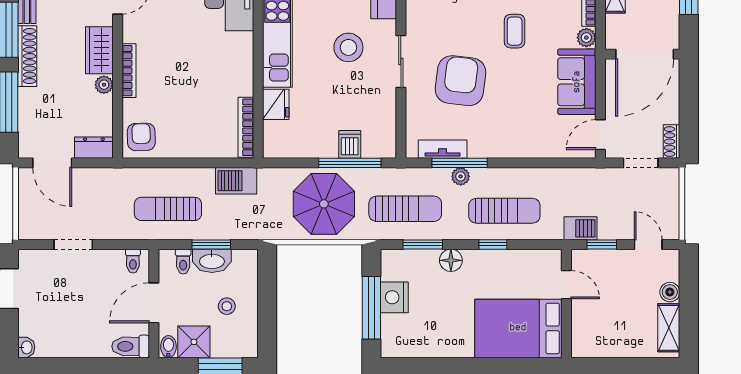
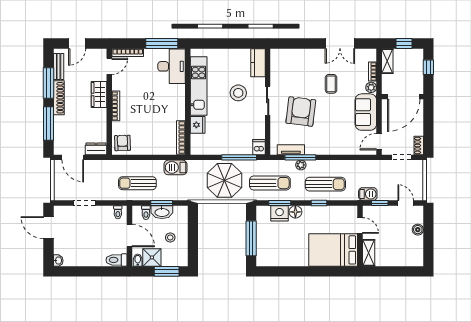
plant: (104, 85) -> (102, 114), removed
dishwasher: (350, 144) -> (259, 147), moved
nightstand: (394, 297) -> (280, 213), moved, turned 90
door: (154, 303) -> (130, 236), swing flipped
shelving: (669, 328) -> (369, 253), moved

